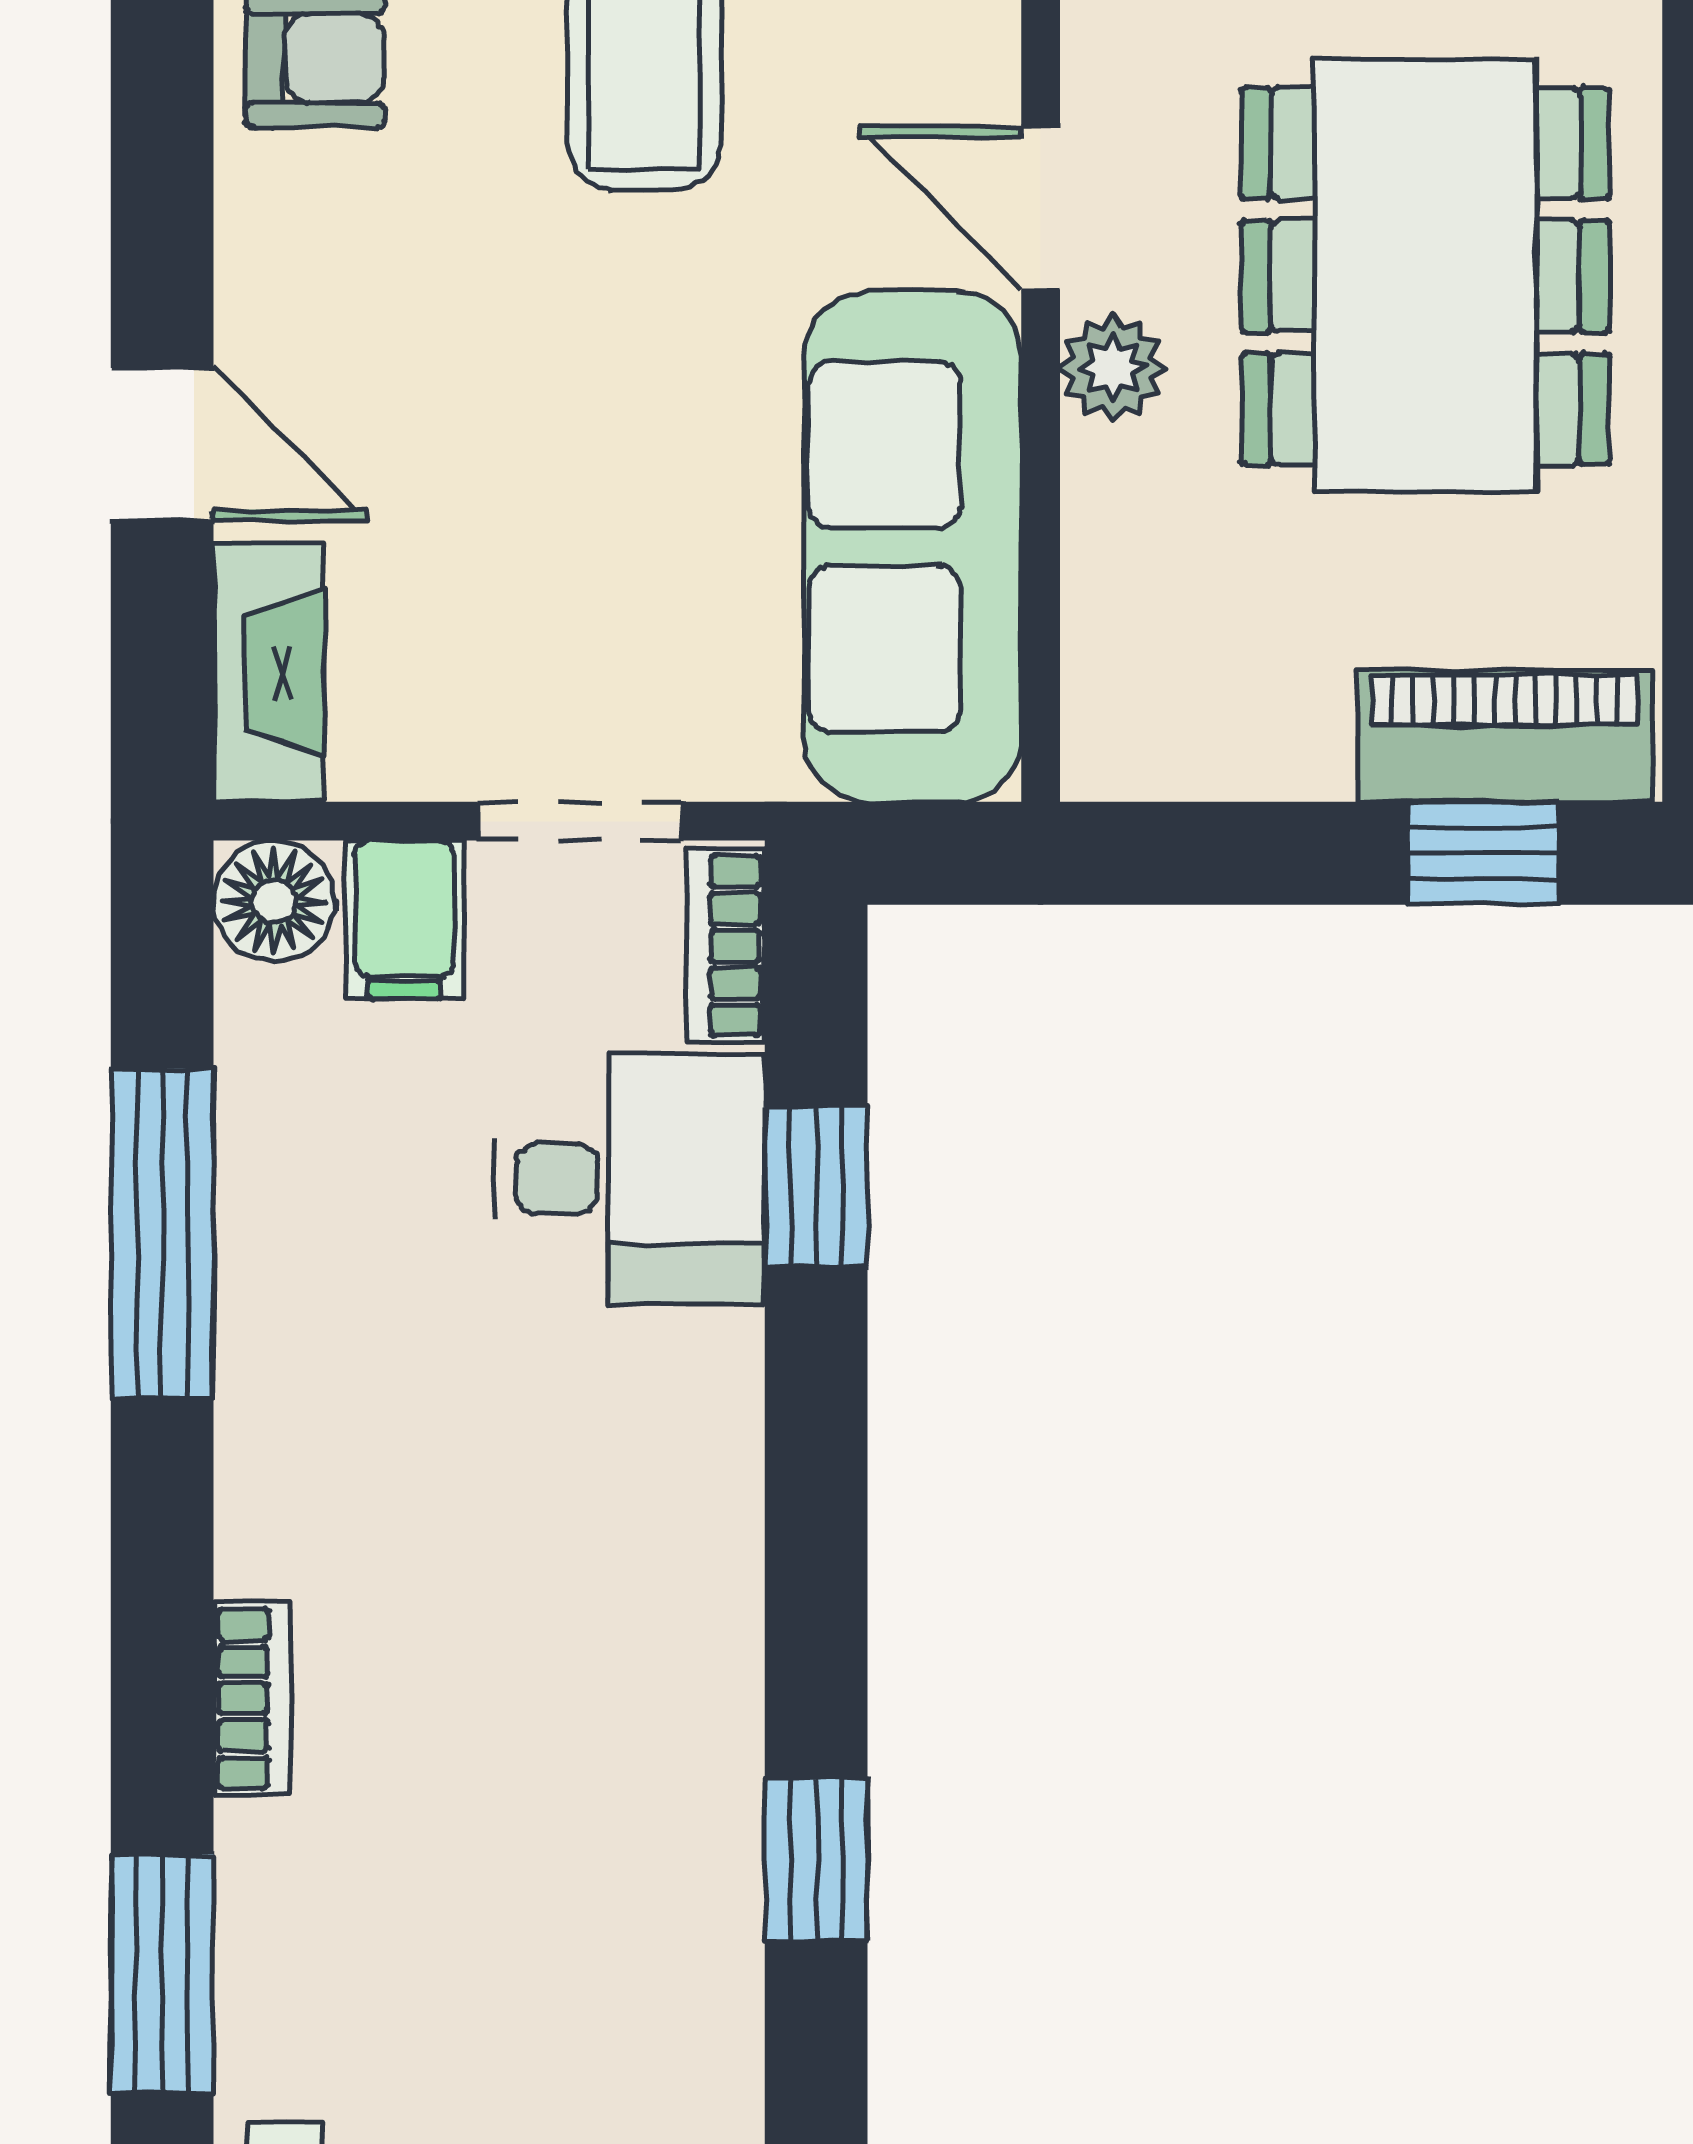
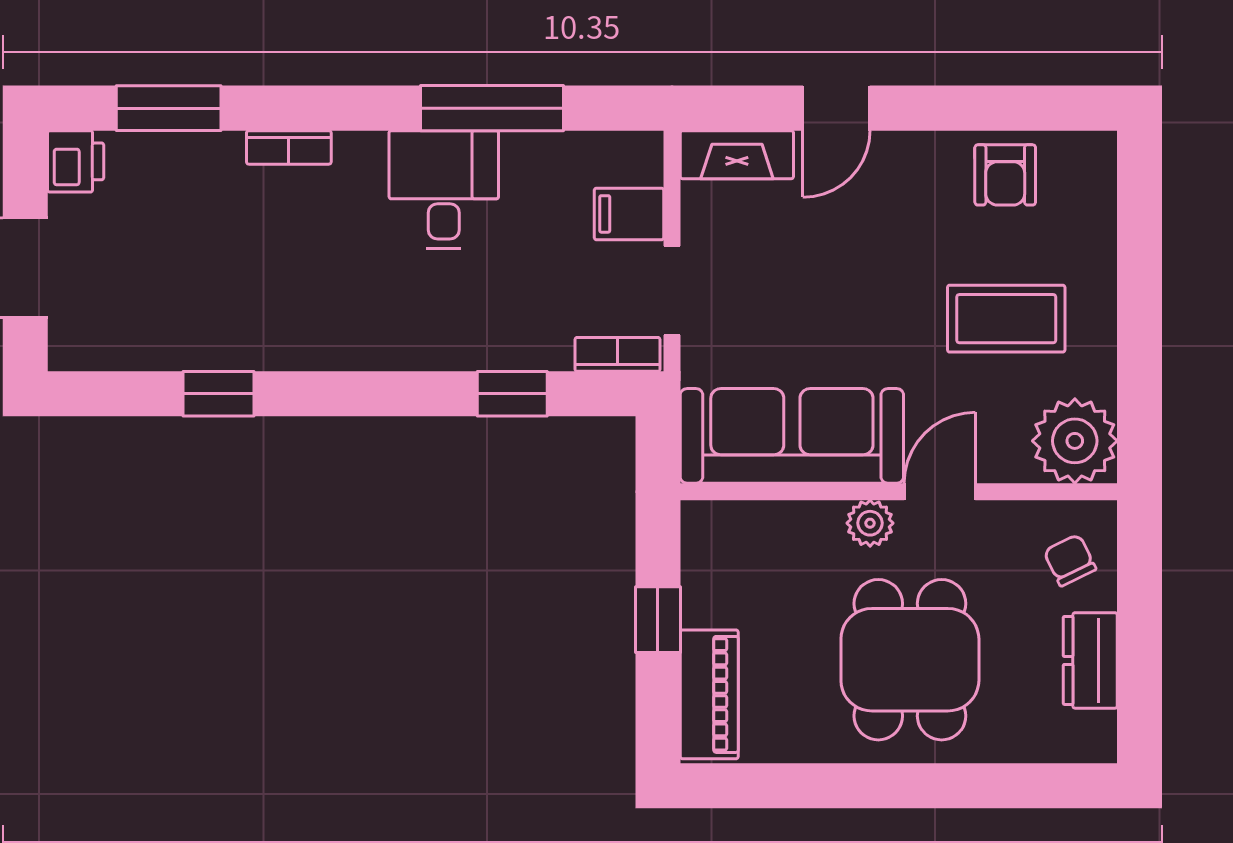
dining table: (1425, 276) -> (910, 660), width x0.73
window: (1483, 853) -> (658, 620), moved
floor lamp: (274, 901) -> (637, 157), removed
desk: (630, 1179) -> (444, 189), moved, turned 180

